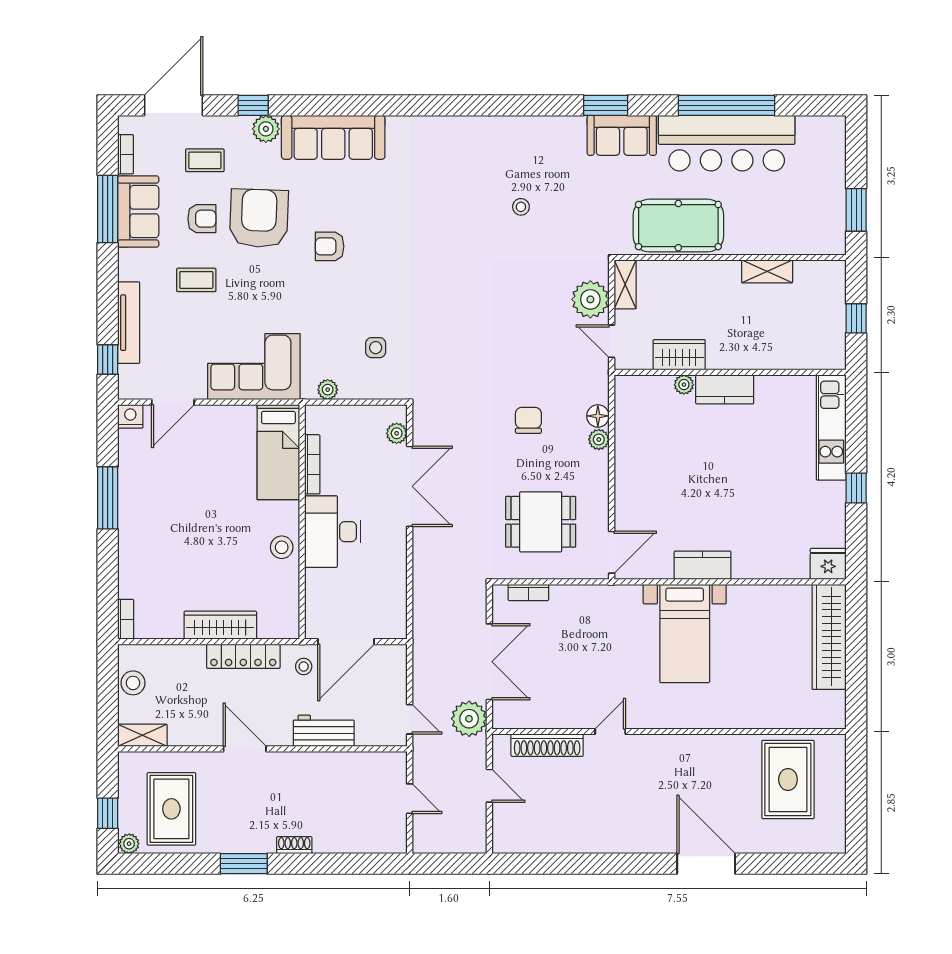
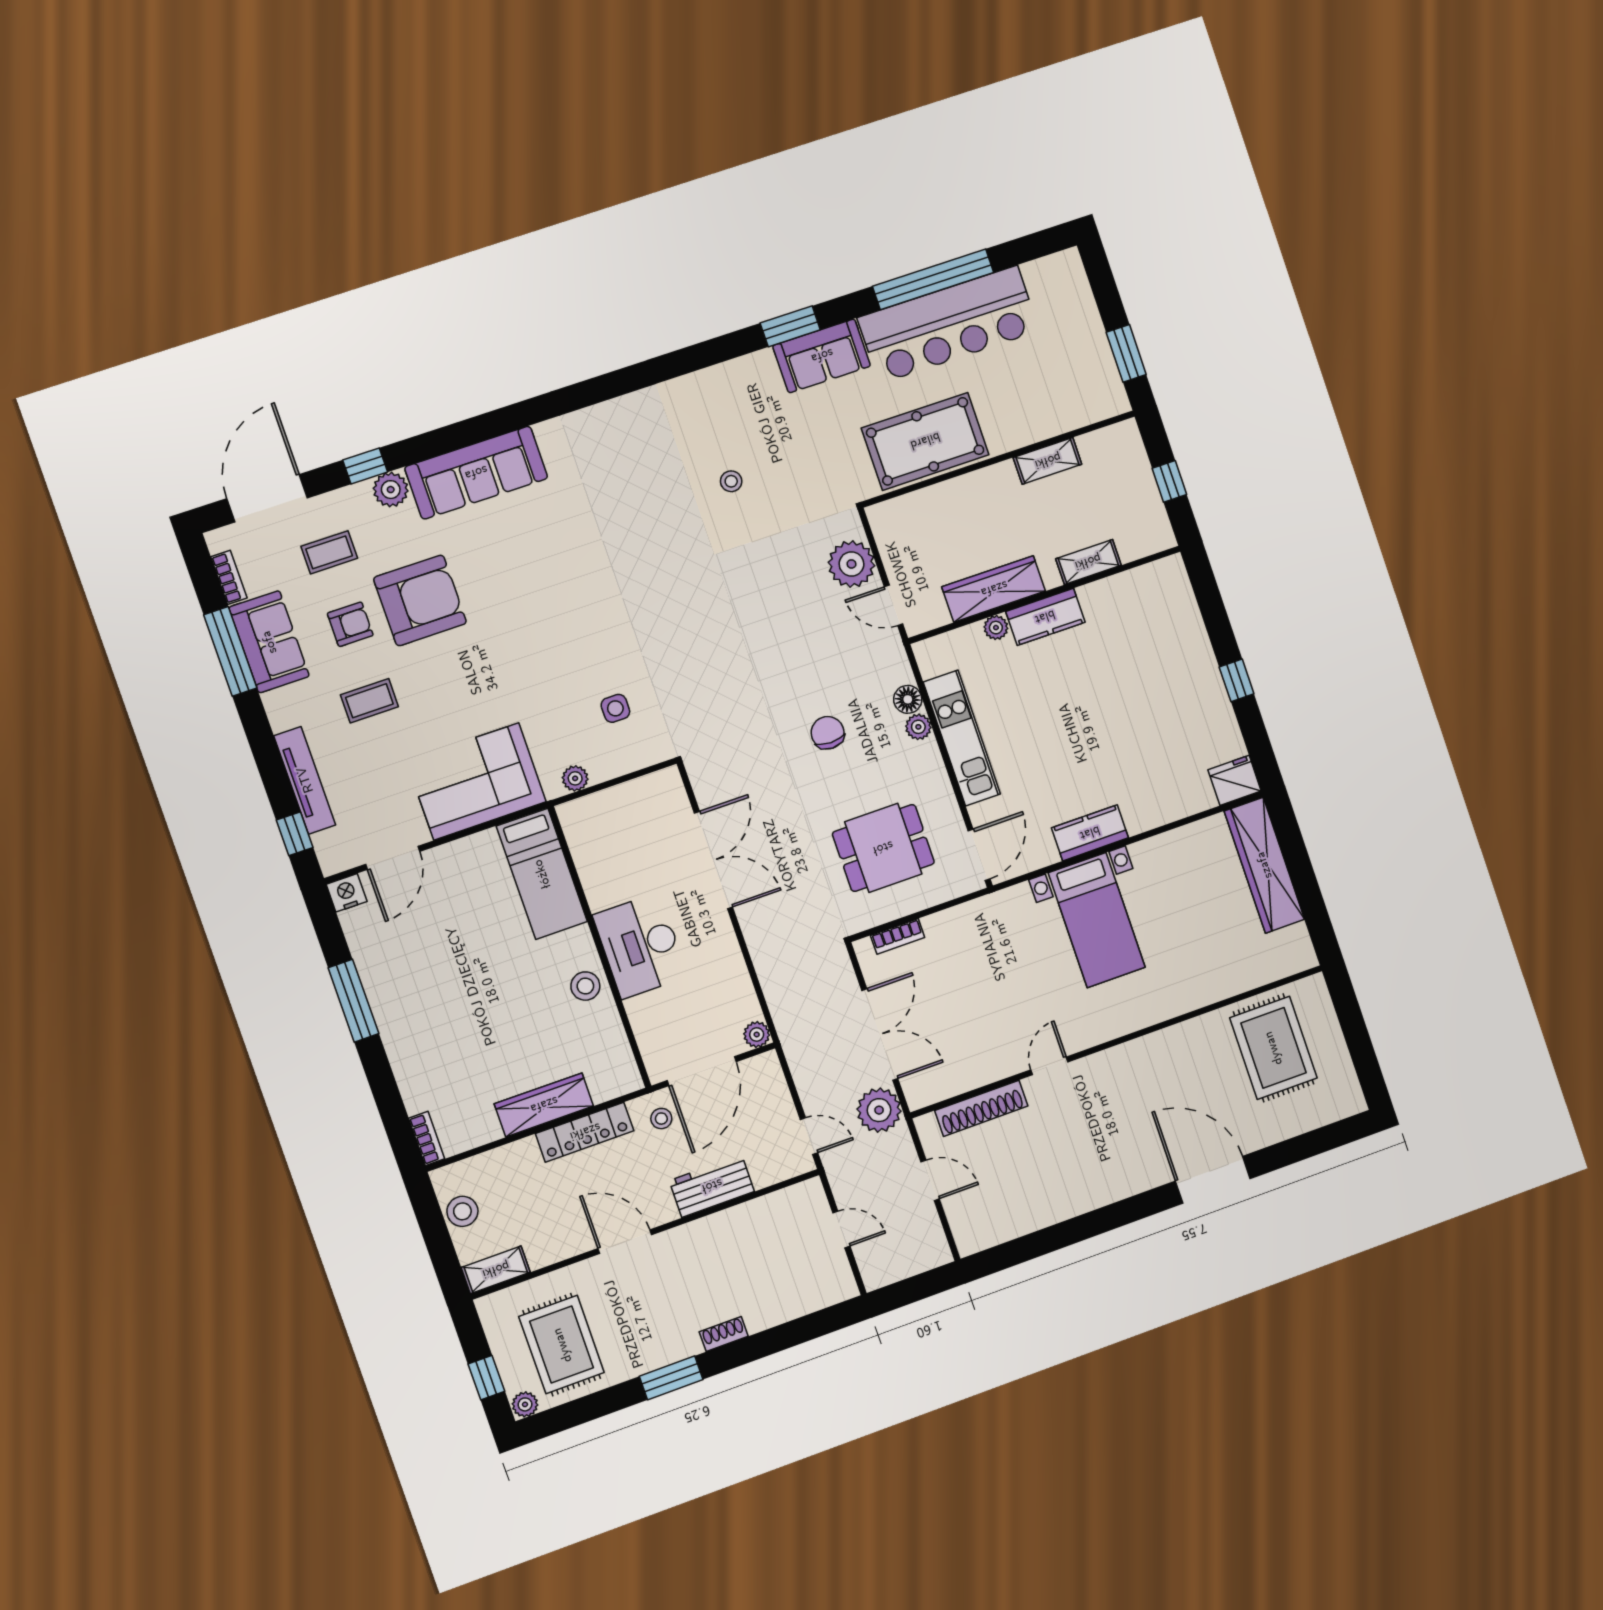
armchair: (259, 218) -> (420, 600), turned 88
armchair: (330, 246) -> (518, 606), removed
shelving: (625, 284) -> (1088, 562), moved, turned 90
wardrobe: (679, 355) -> (994, 589), width x1.50
kitchen unit: (831, 427) -> (962, 738), moved, turned 180
plant: (397, 433) -> (757, 1034), moved
bookcase: (312, 464) -> (588, 874), removed

